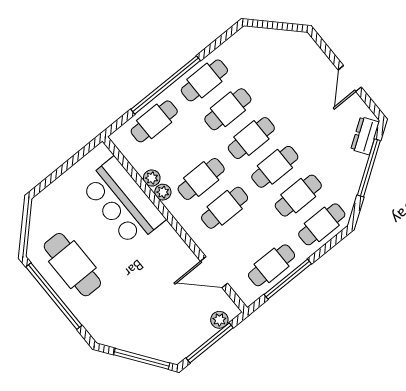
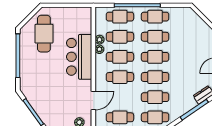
cafe table: (178, 150) -> (120, 37), added
bar counter: (123, 202) -> (79, 57), moved
cafe table: (72, 265) -> (44, 34), moved
door: (214, 272) -> (93, 101), swing flipped

